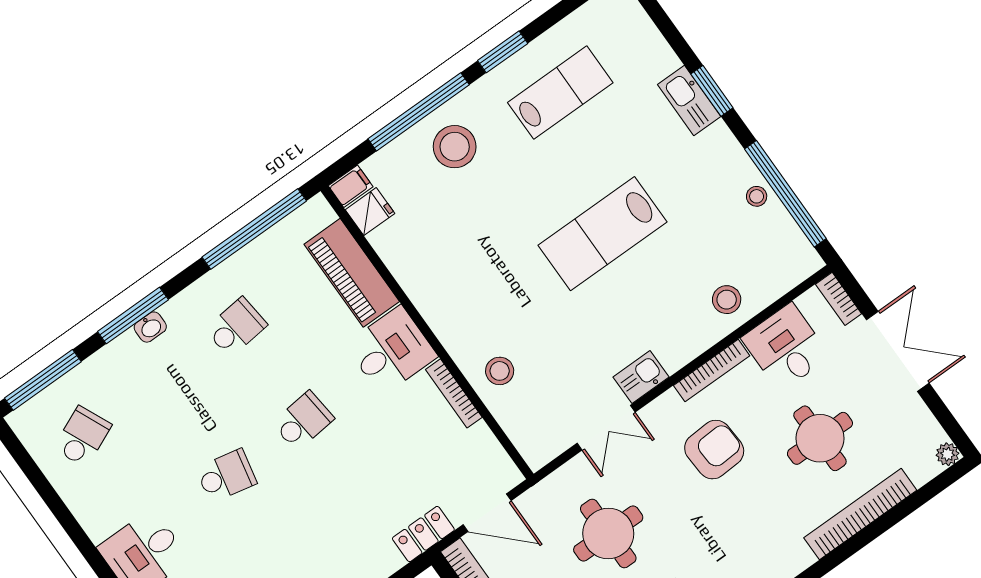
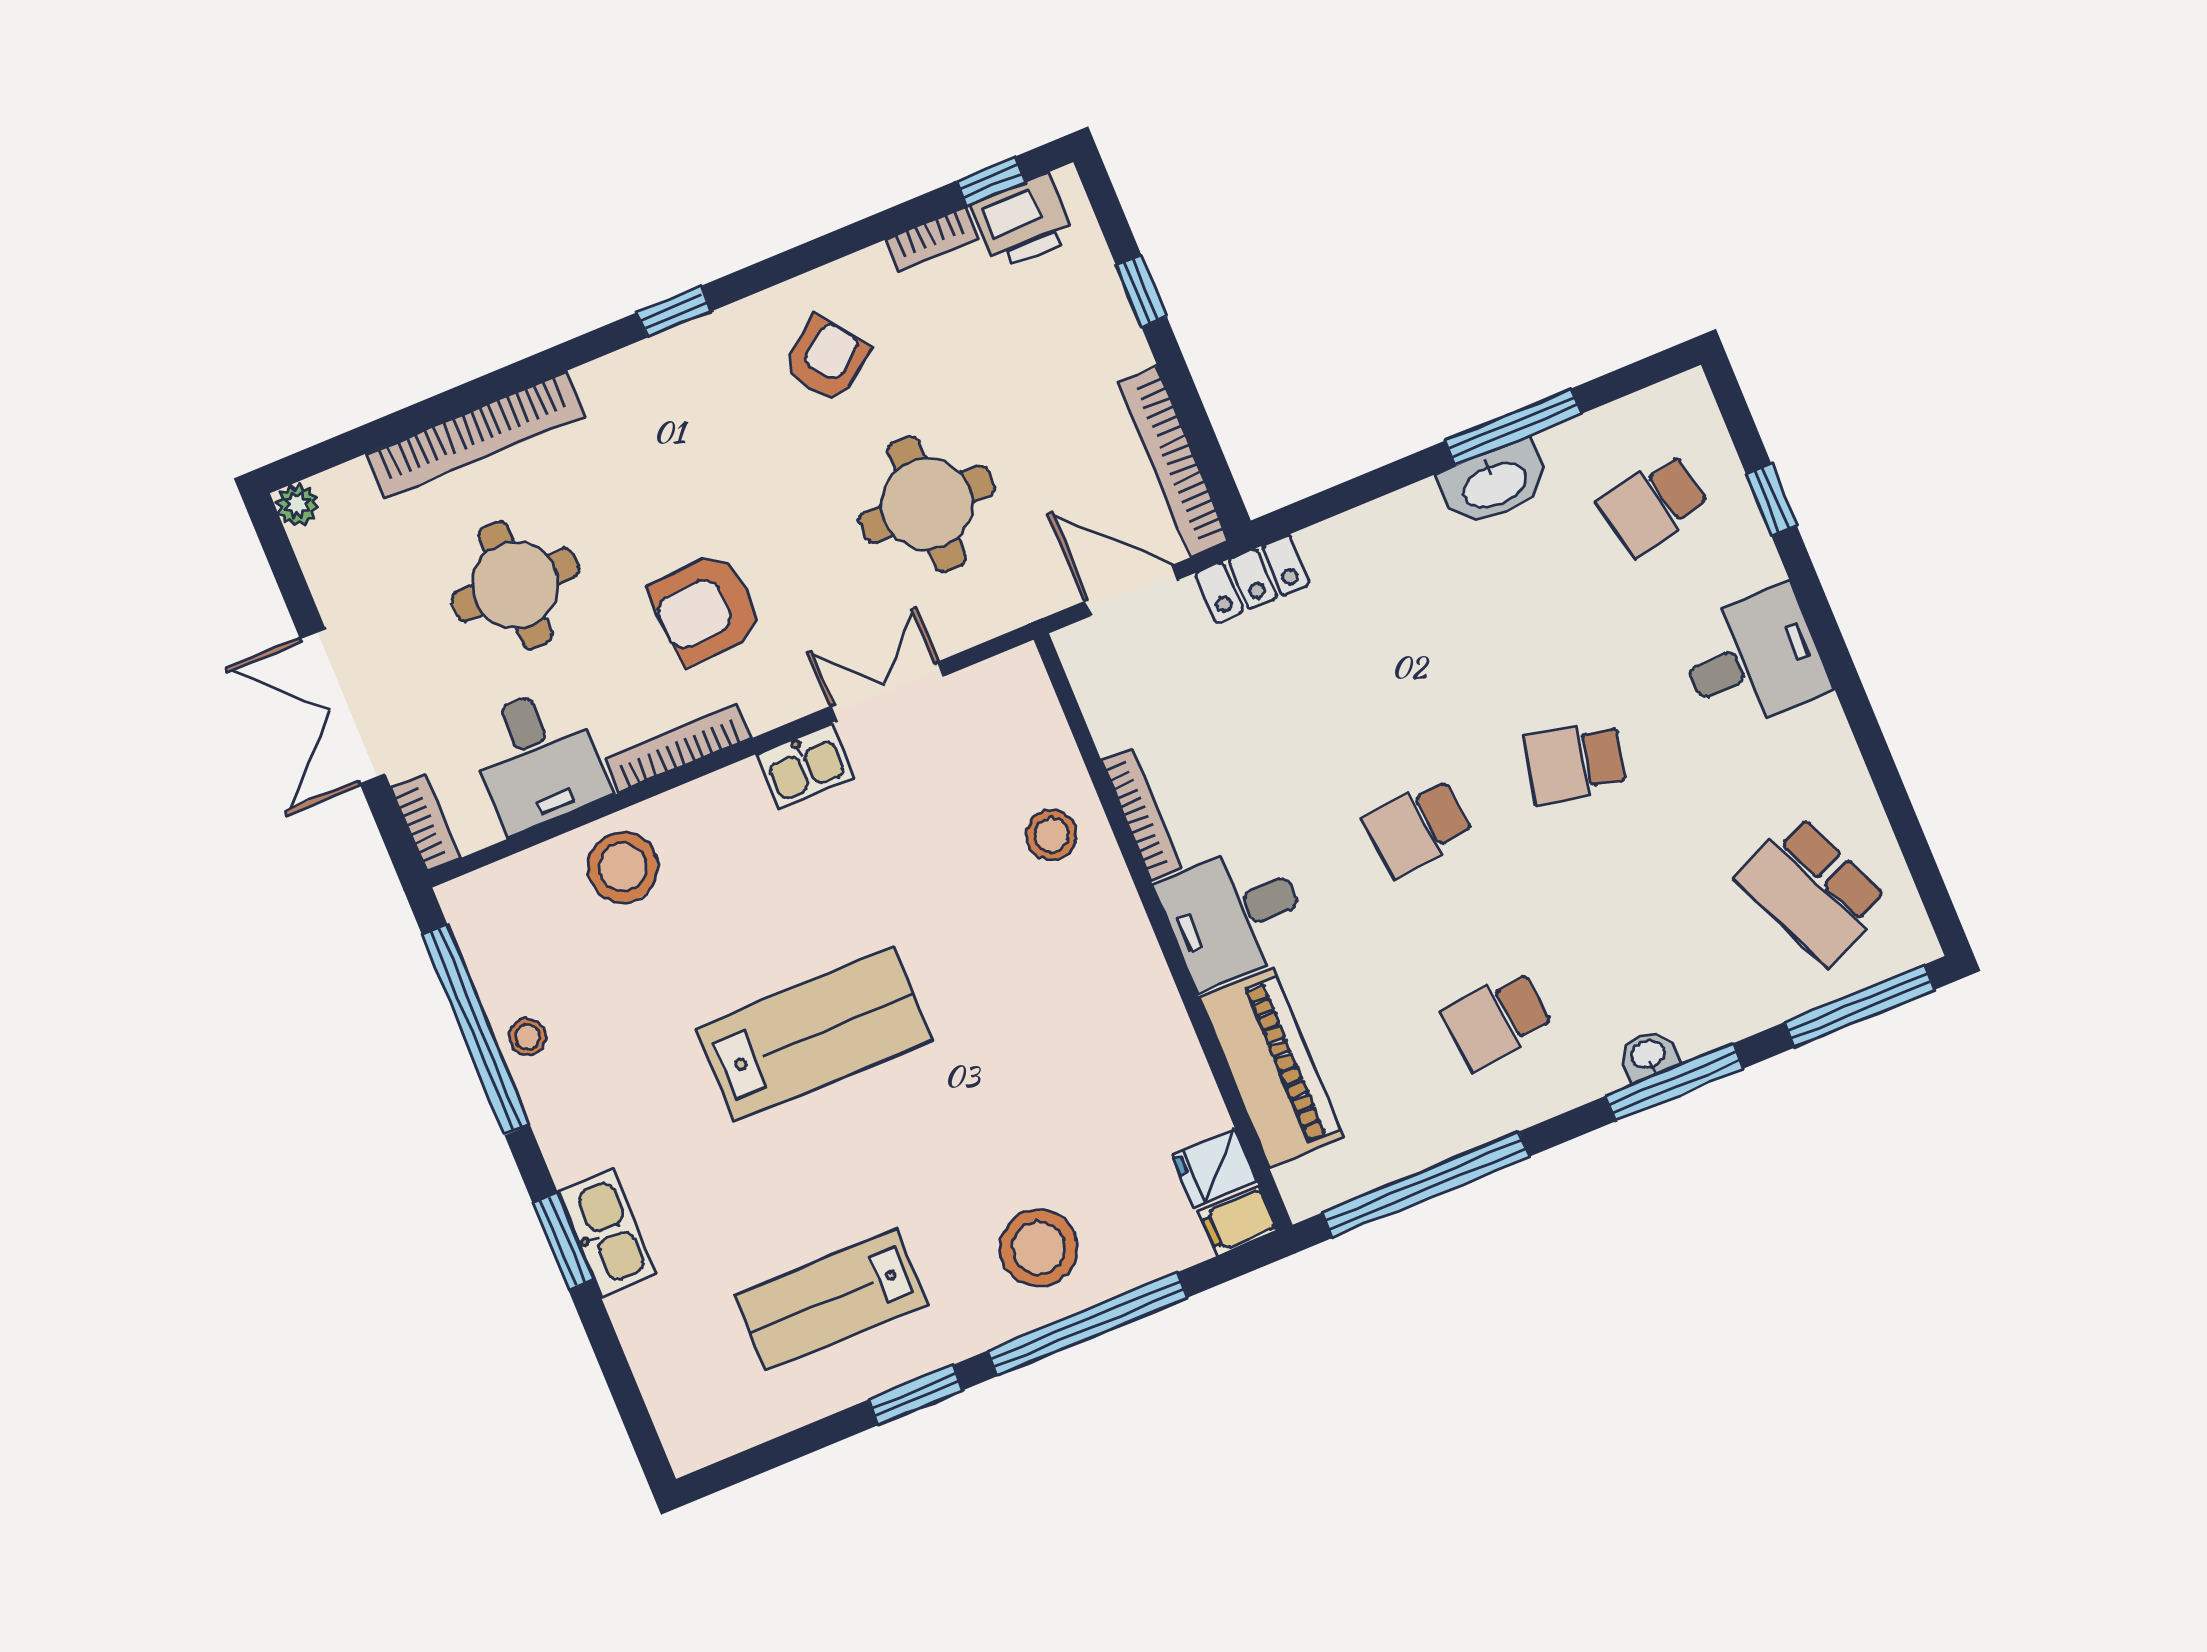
stool: (727, 300) -> (623, 867), width x1.38, depth x1.38
school desk: (83, 437) -> (1813, 890), width x1.85

